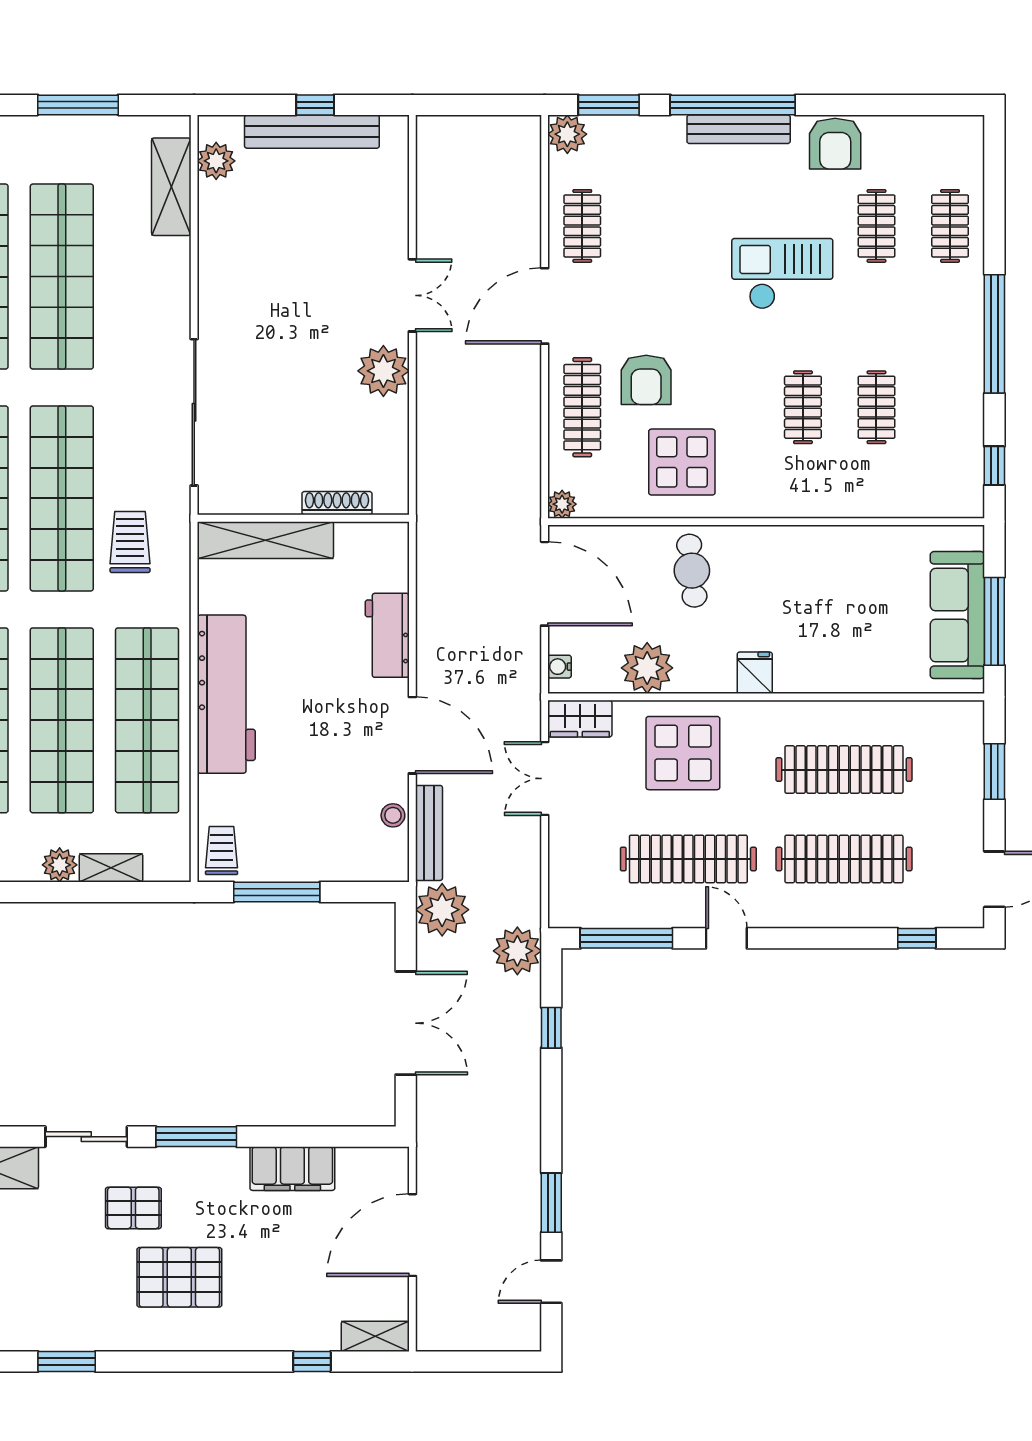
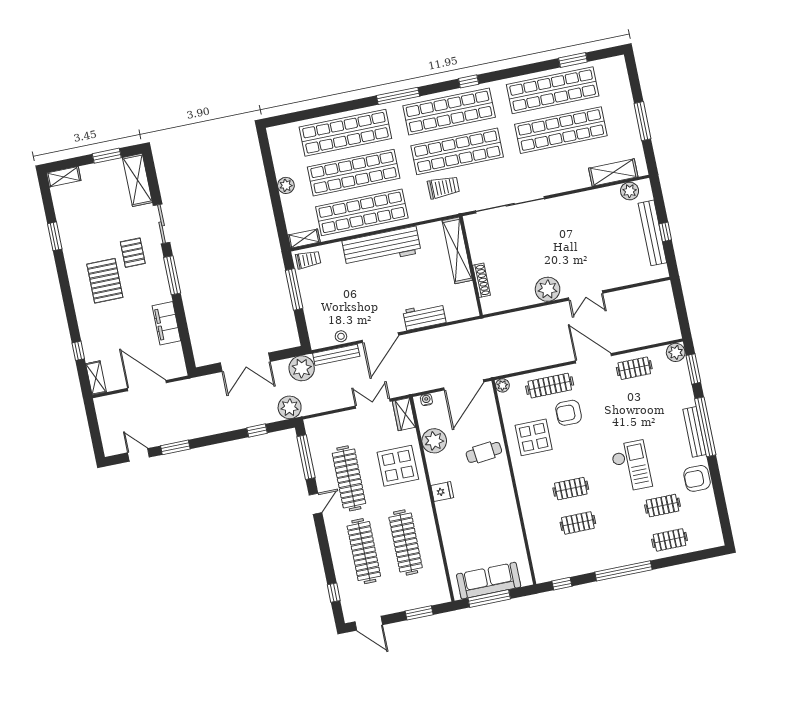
shelving: (111, 868) -> (304, 239), moved, turned 90

